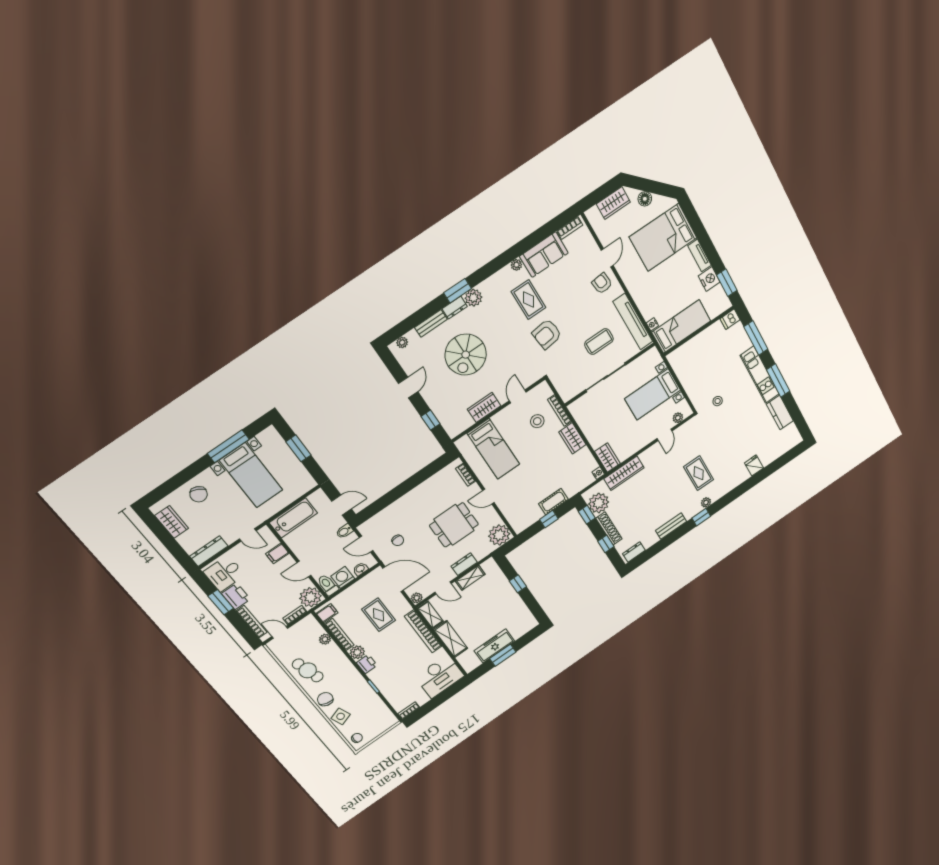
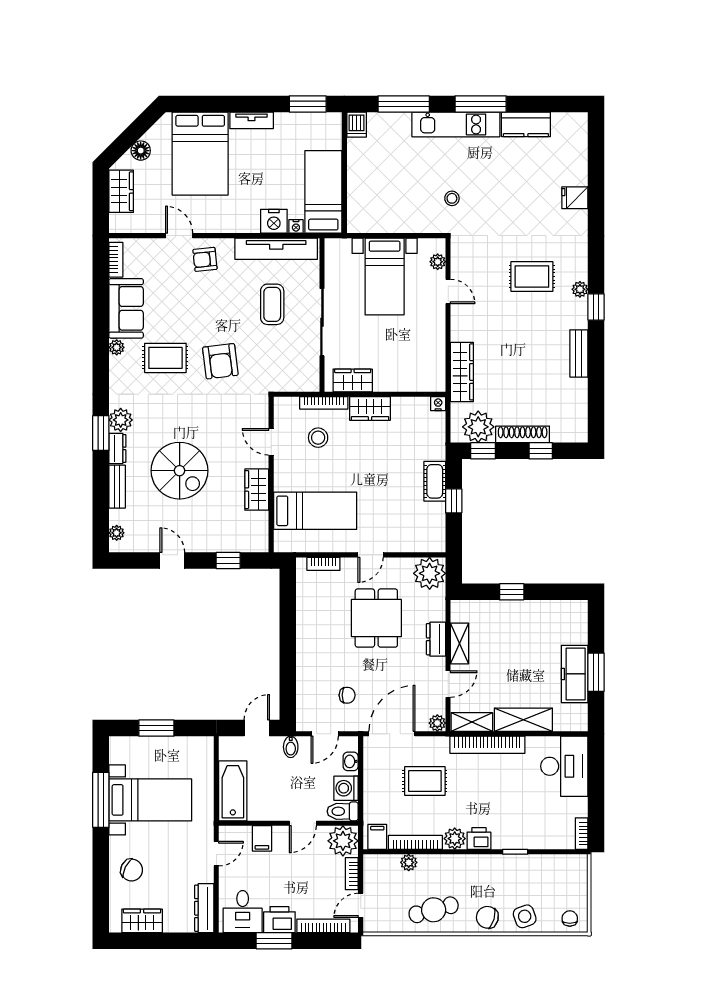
nightstand: (709, 279) -> (274, 221), moved, turned 180
wardrobe: (607, 458) -> (353, 380), moved
dresser: (634, 552) -> (579, 422), removed

